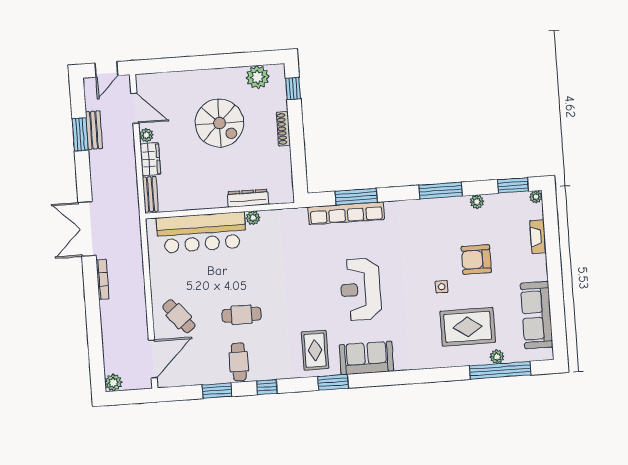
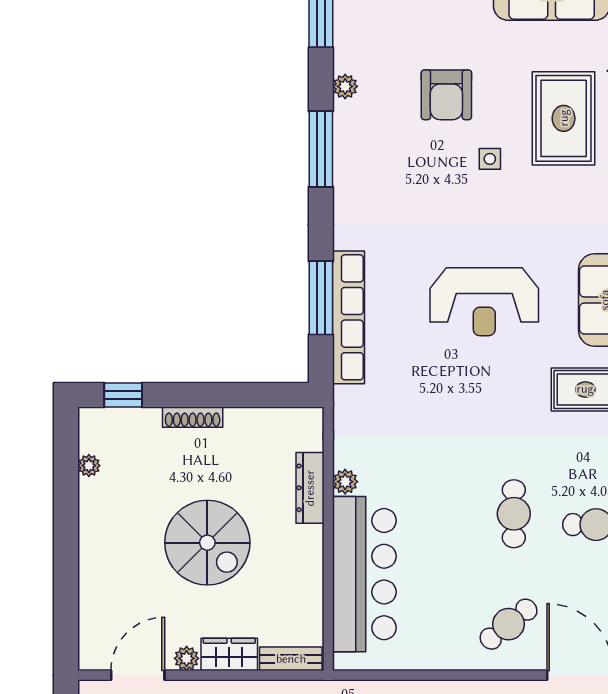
plant: (258, 77) -> (89, 466), width x0.53, depth x0.53
spiral stairs: (219, 123) -> (207, 543), moved, turned 90

